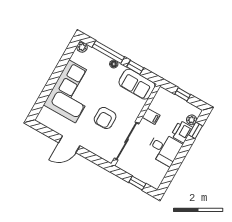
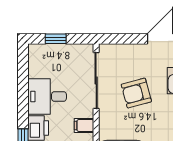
armchair: (105, 118) -> (136, 93), turned -105

